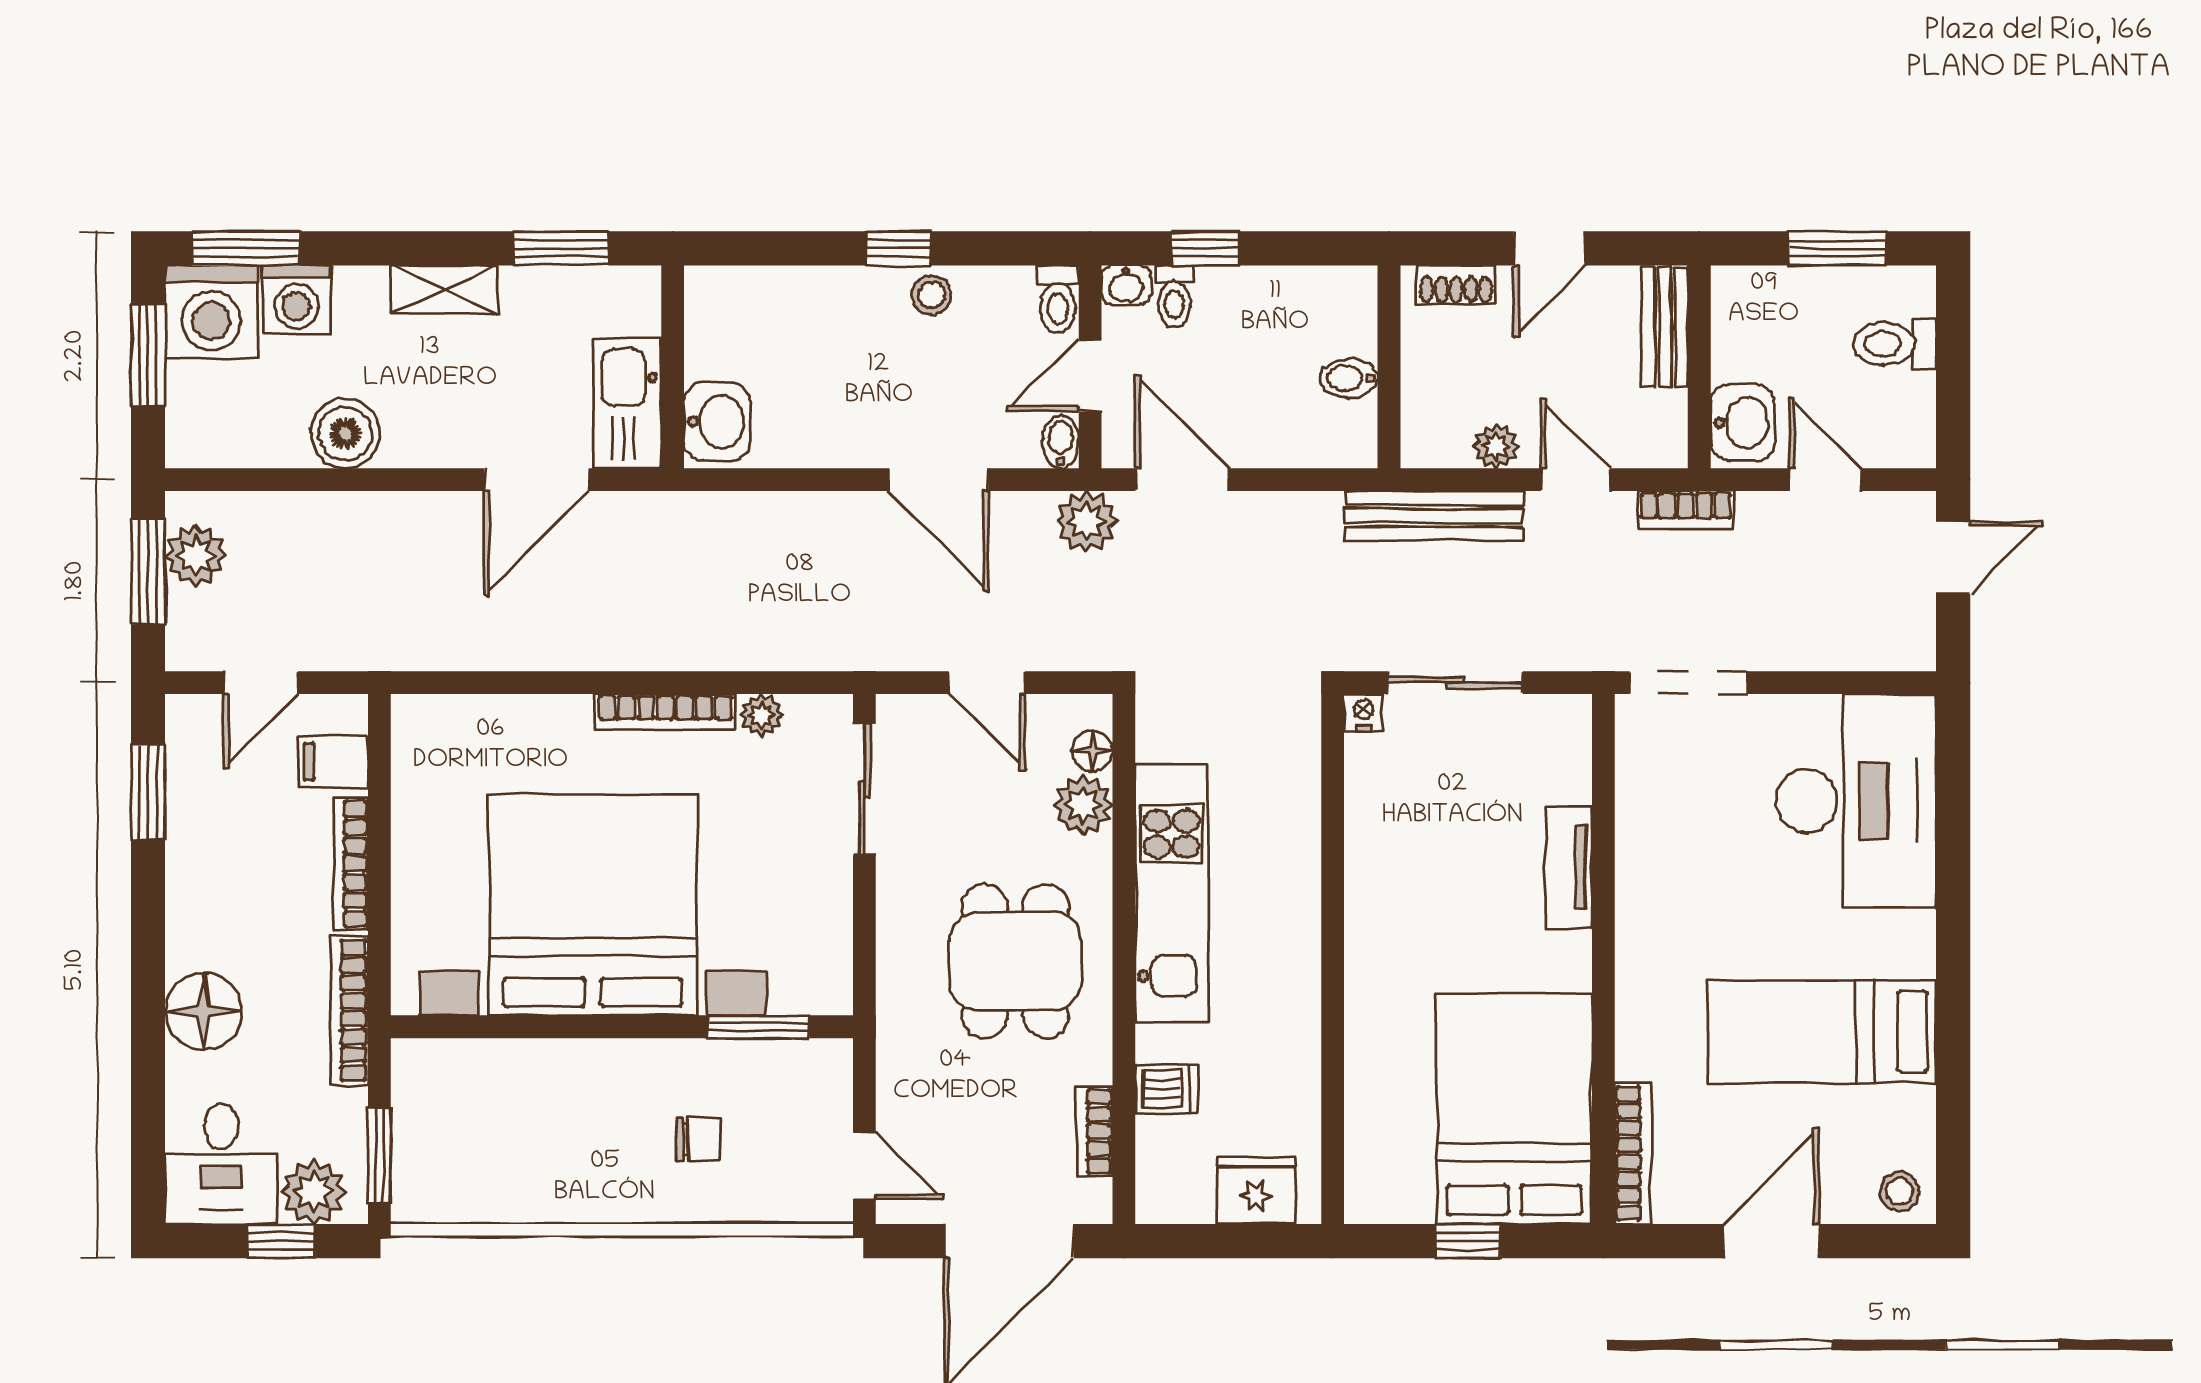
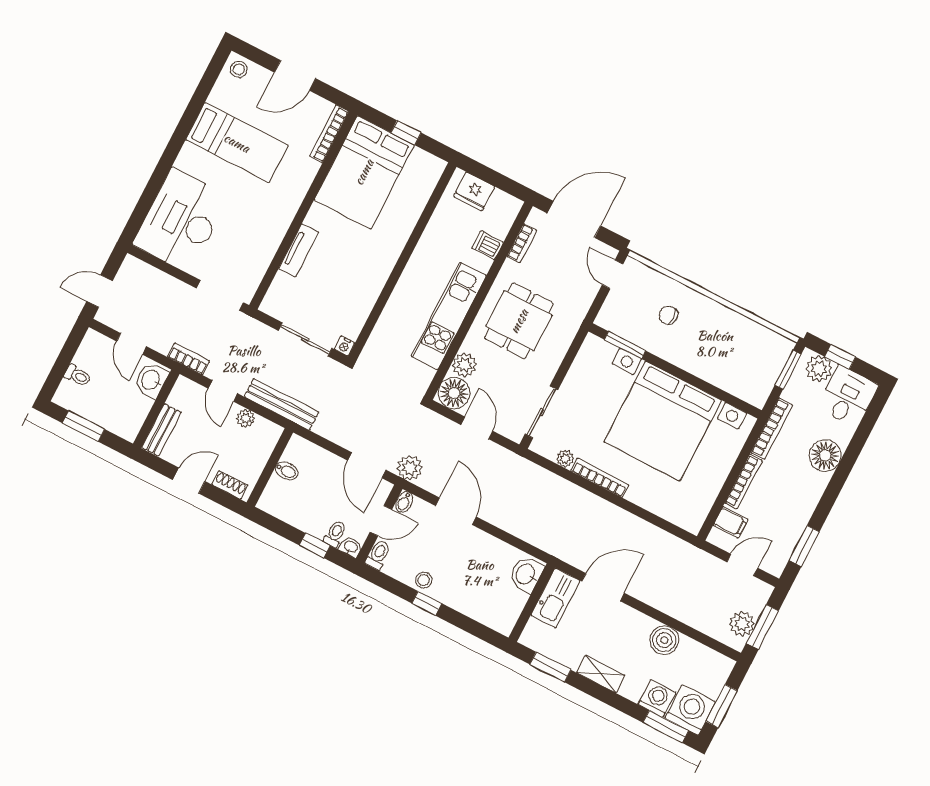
toilet: (1894, 344) -> (78, 376), width x0.73, depth x0.72
floor lamp: (1092, 751) -> (454, 393), width x1.89, depth x1.89

